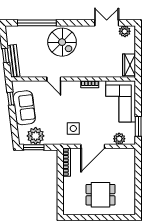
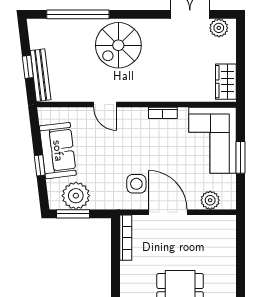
spiral stairs: (62, 42) -> (118, 45), turned 90
window: (11, 99) -> (40, 165), moved
window: (138, 126) -> (240, 157), moved
door: (93, 146) -> (168, 212), swing flipped

